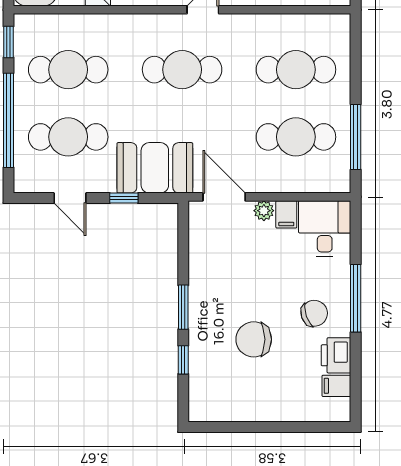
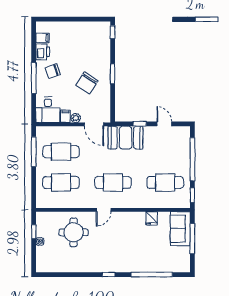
cafe table: (68, 137) -> (165, 152), removed
chair: (254, 339) -> (87, 83), moved, turned 123
window: (183, 360) -> (113, 32), moved

